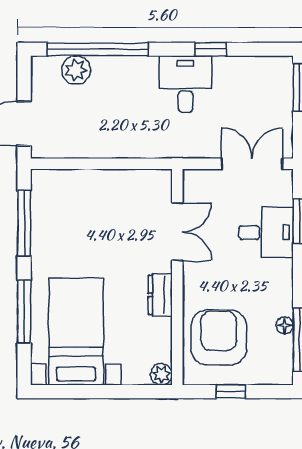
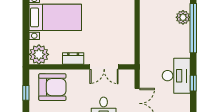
desk: (185, 84) -> (176, 76), width x1.37
plant: (161, 374) -> (39, 54), width x1.87, depth x1.87

